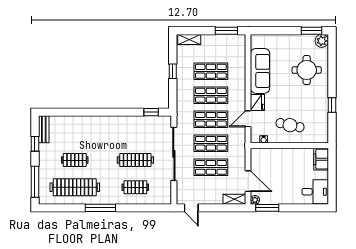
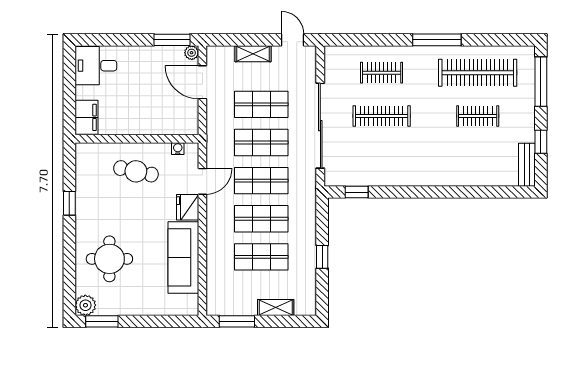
shelving: (189, 39) -> (276, 307), moved
shelving: (234, 199) -> (253, 54), moved

